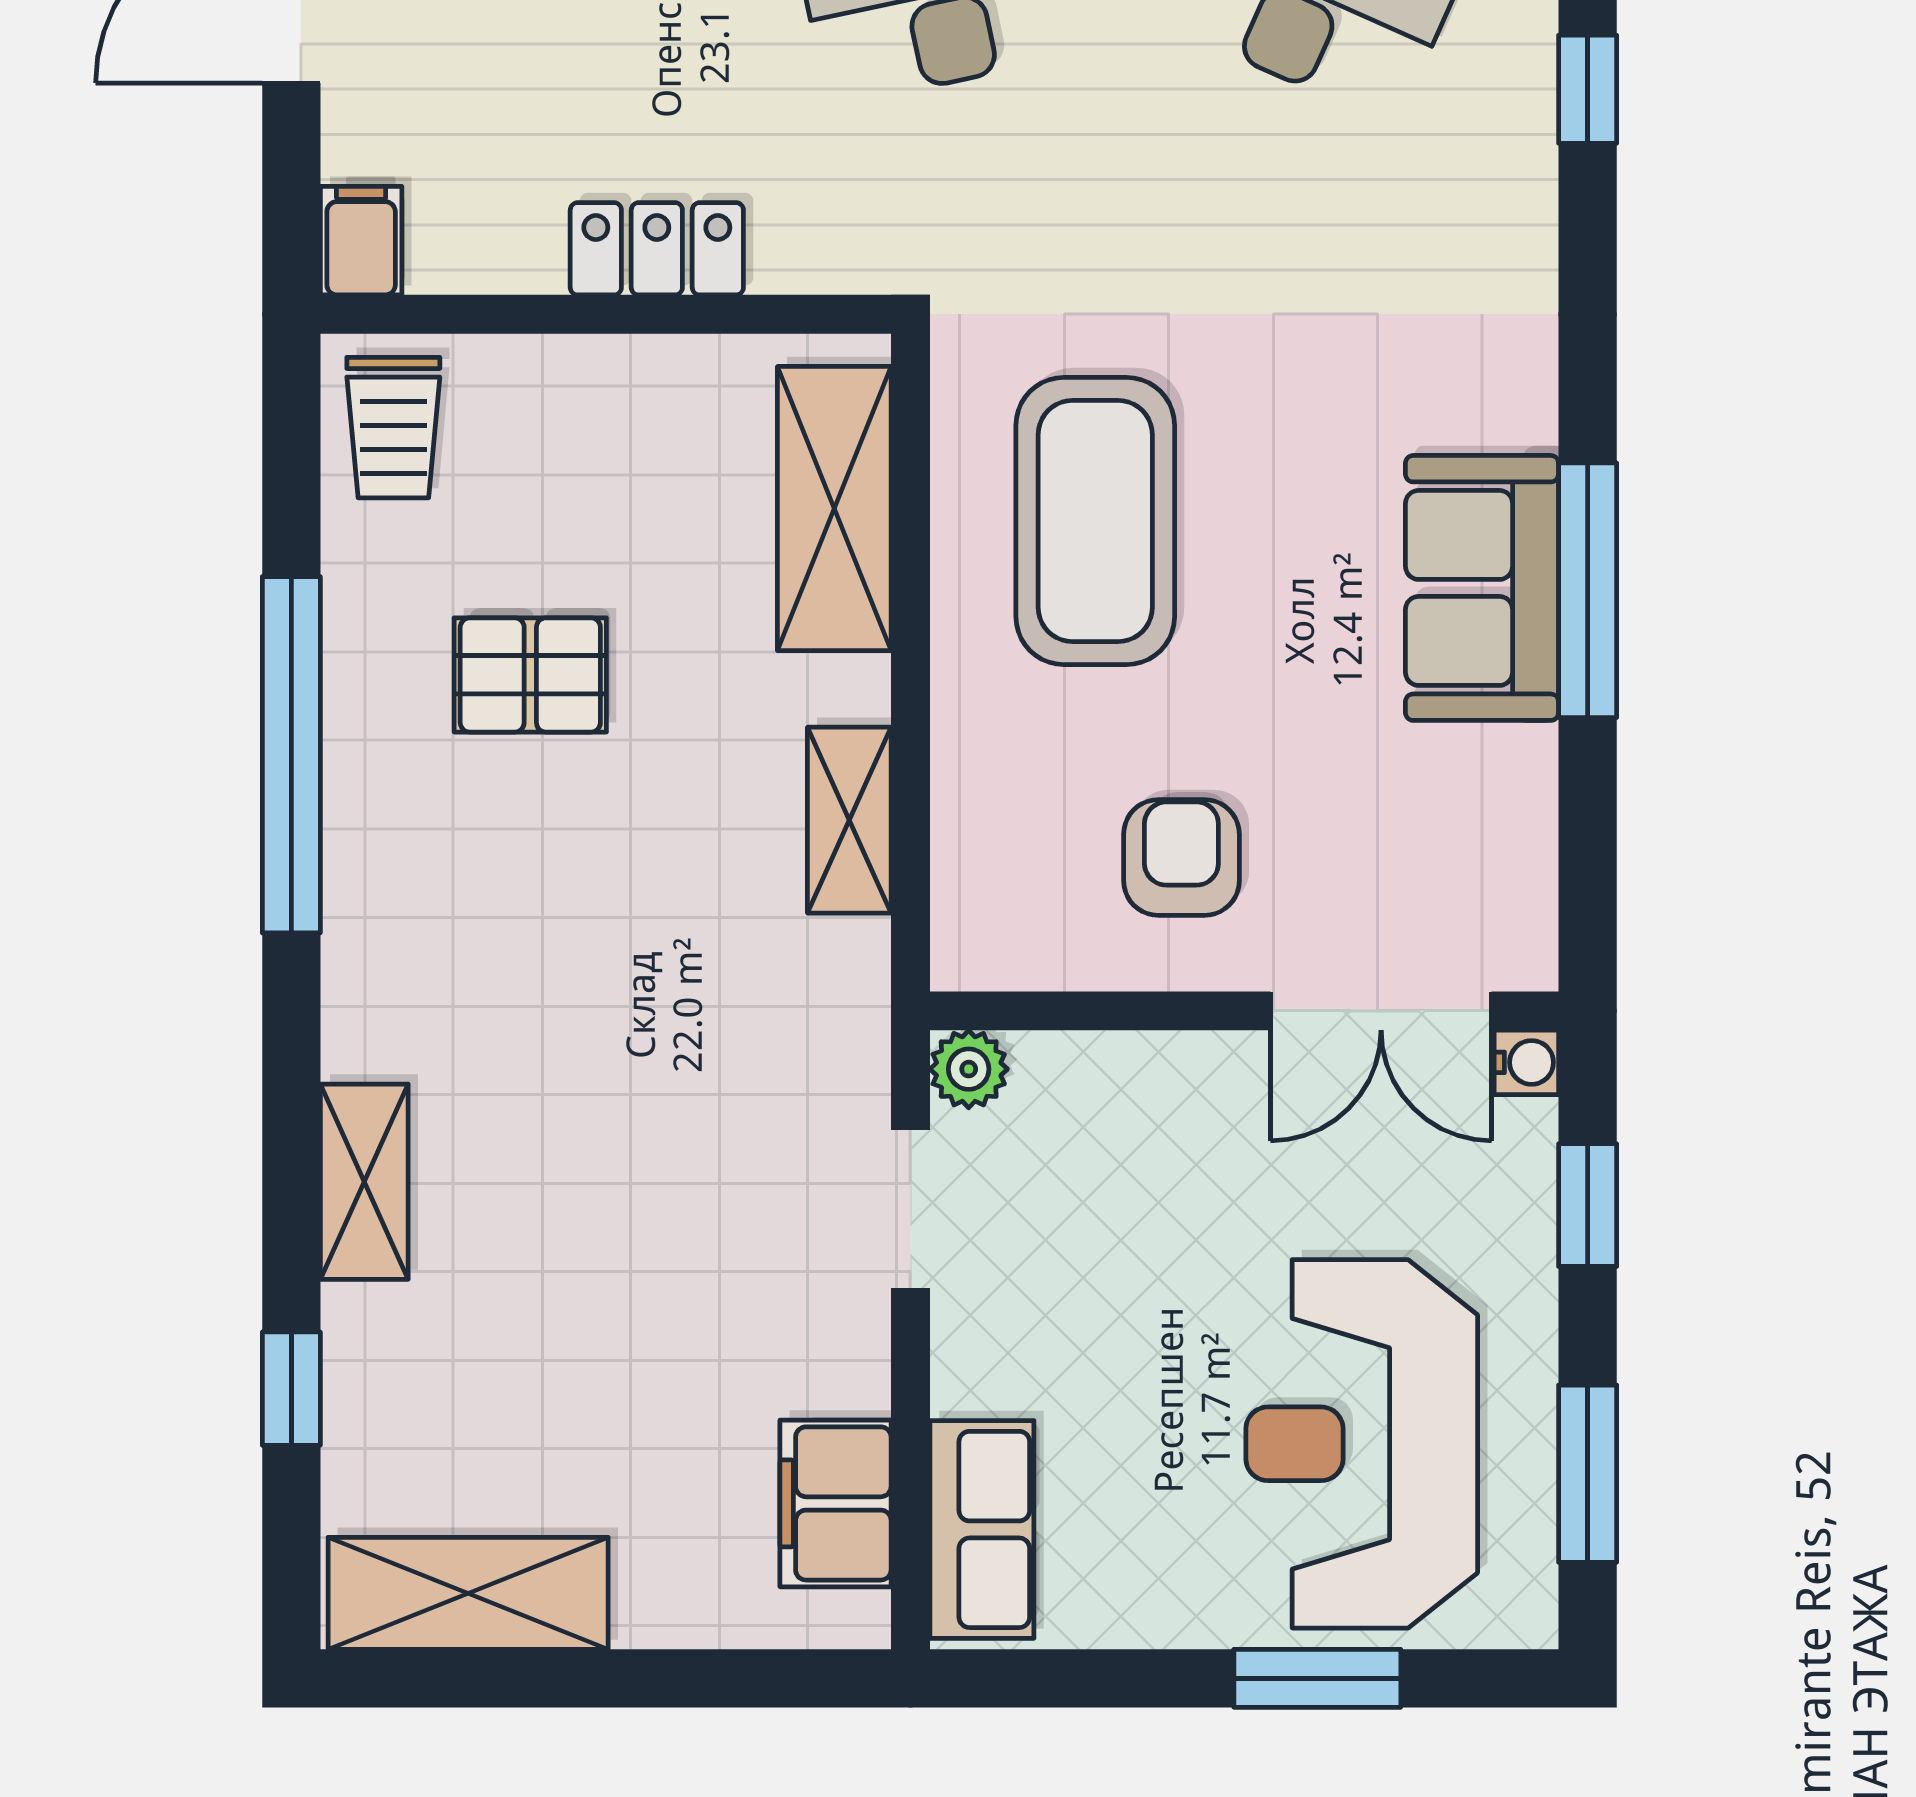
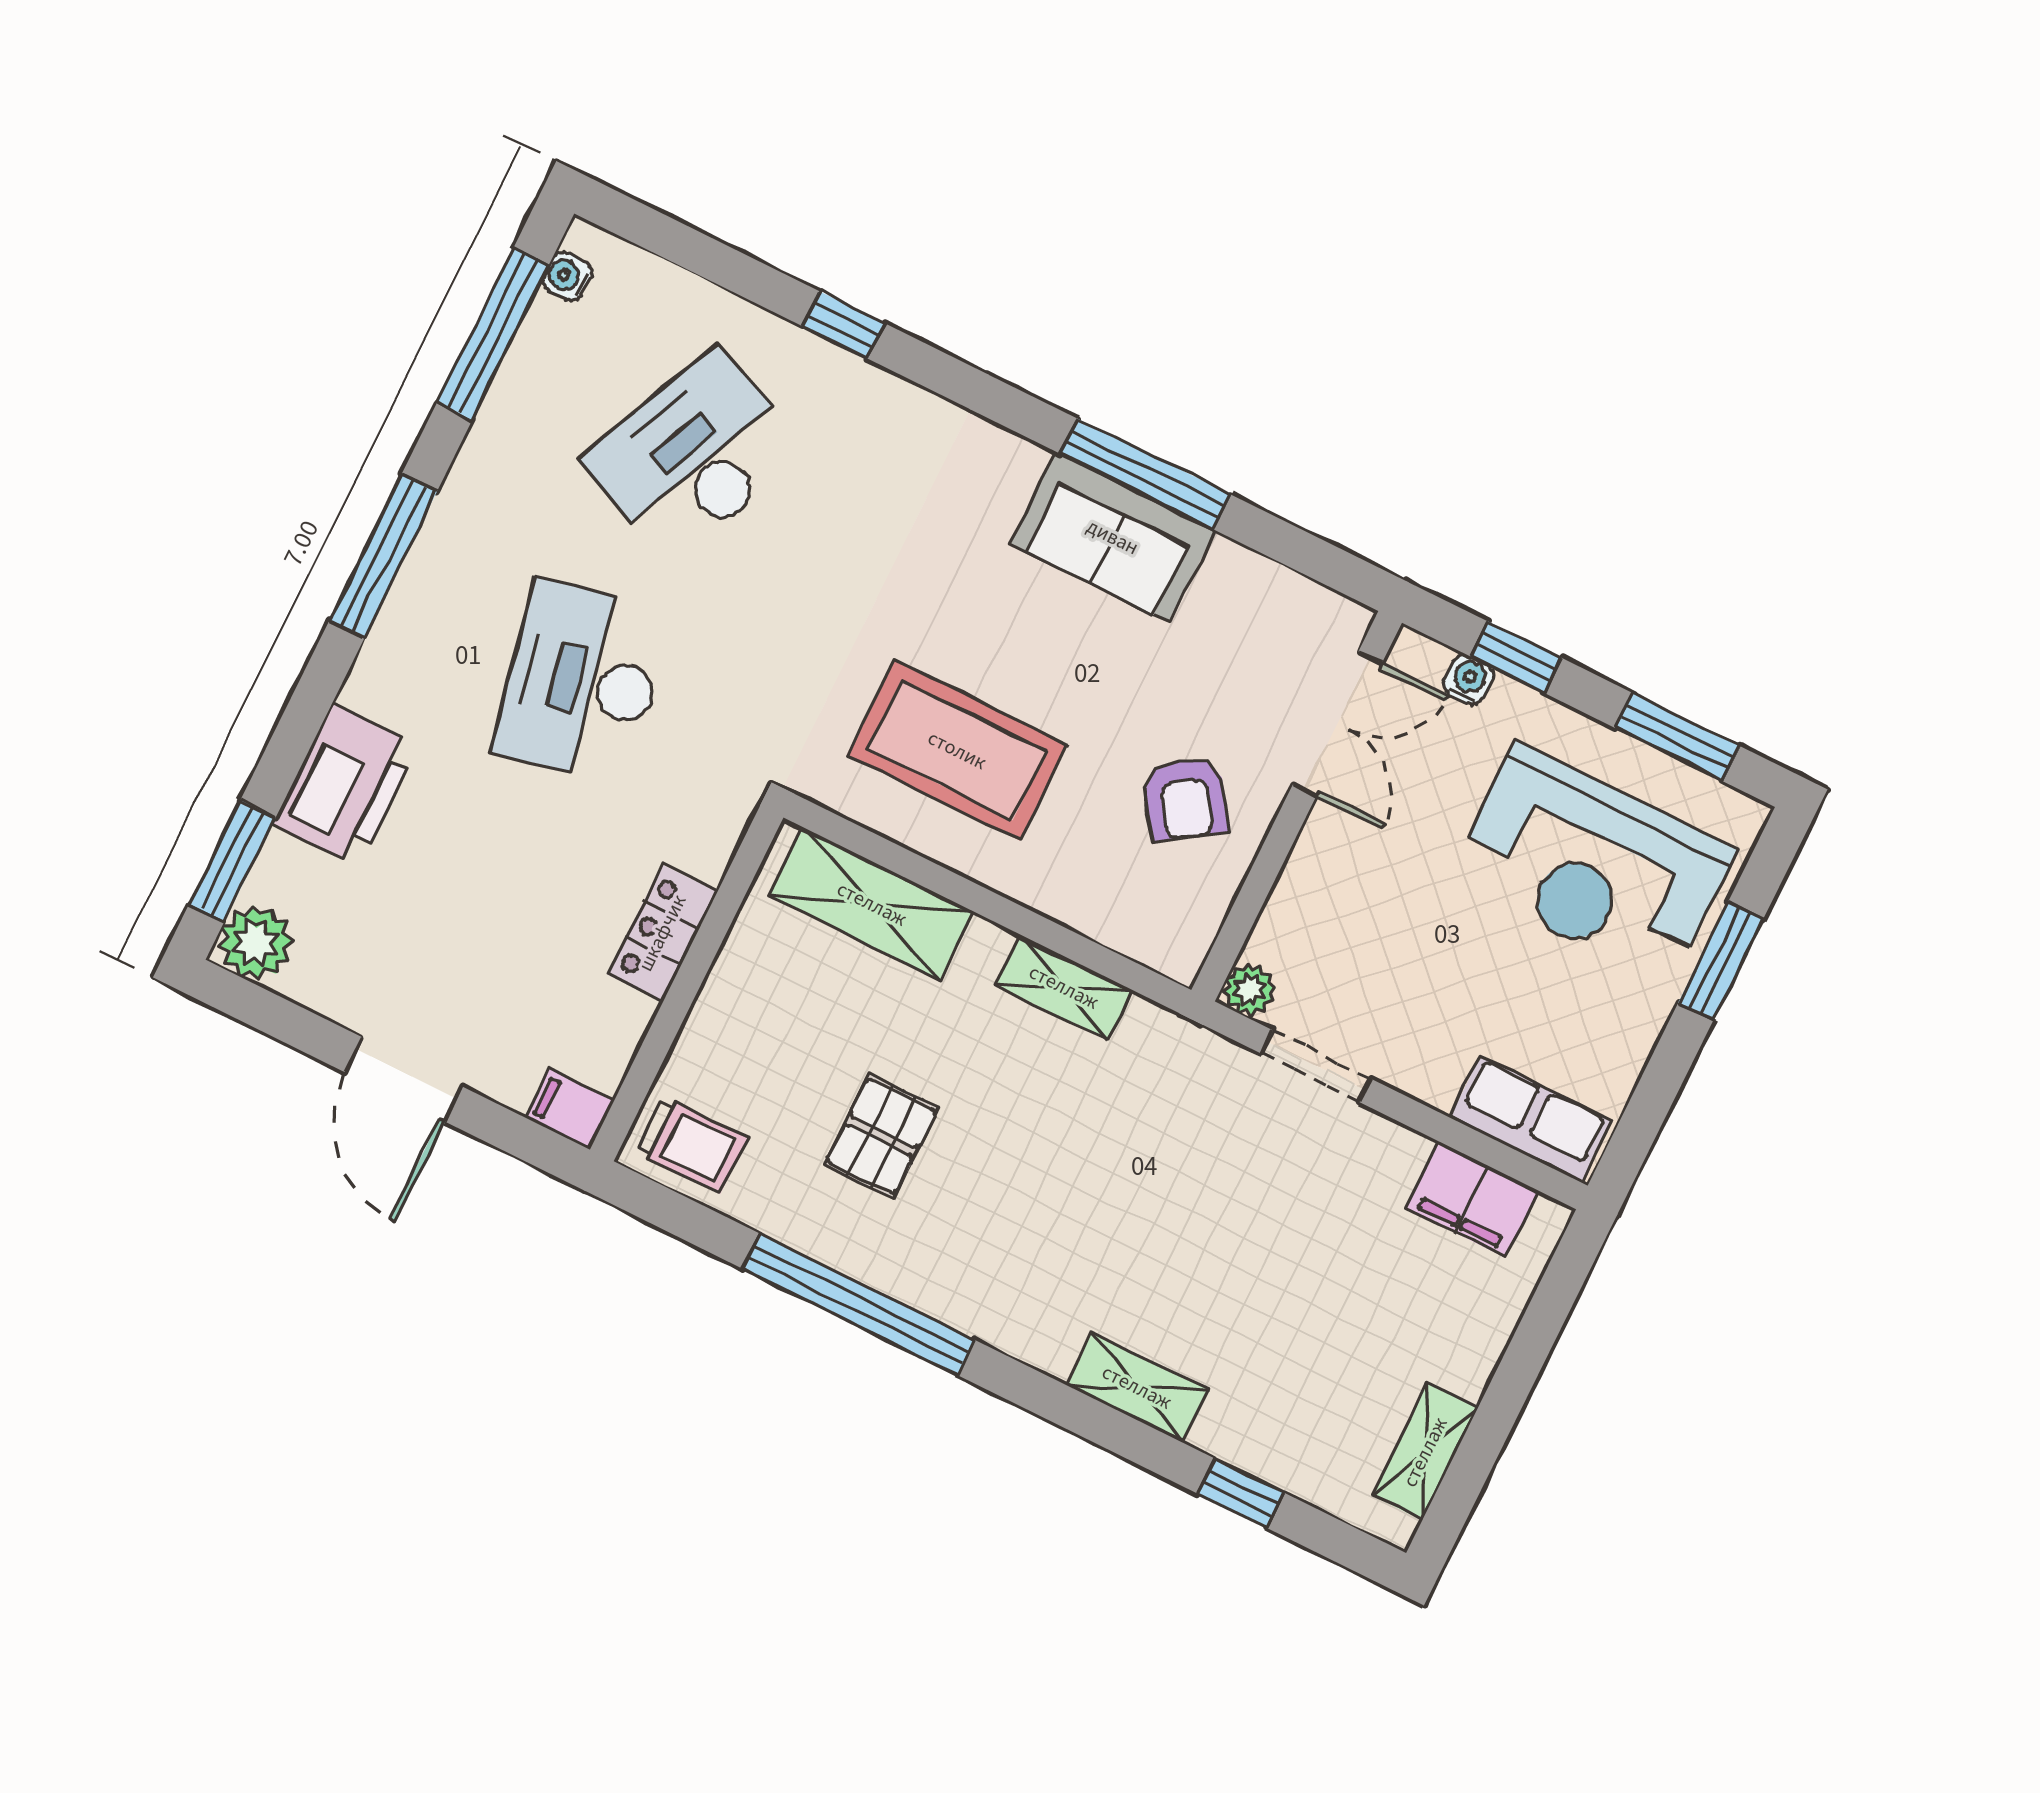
armchair: (1181, 857) -> (1185, 798), turned -124
water cooler: (1526, 1062) -> (1468, 680), moved
shelving: (468, 1593) -> (1425, 1452), width x0.67, depth x0.75

